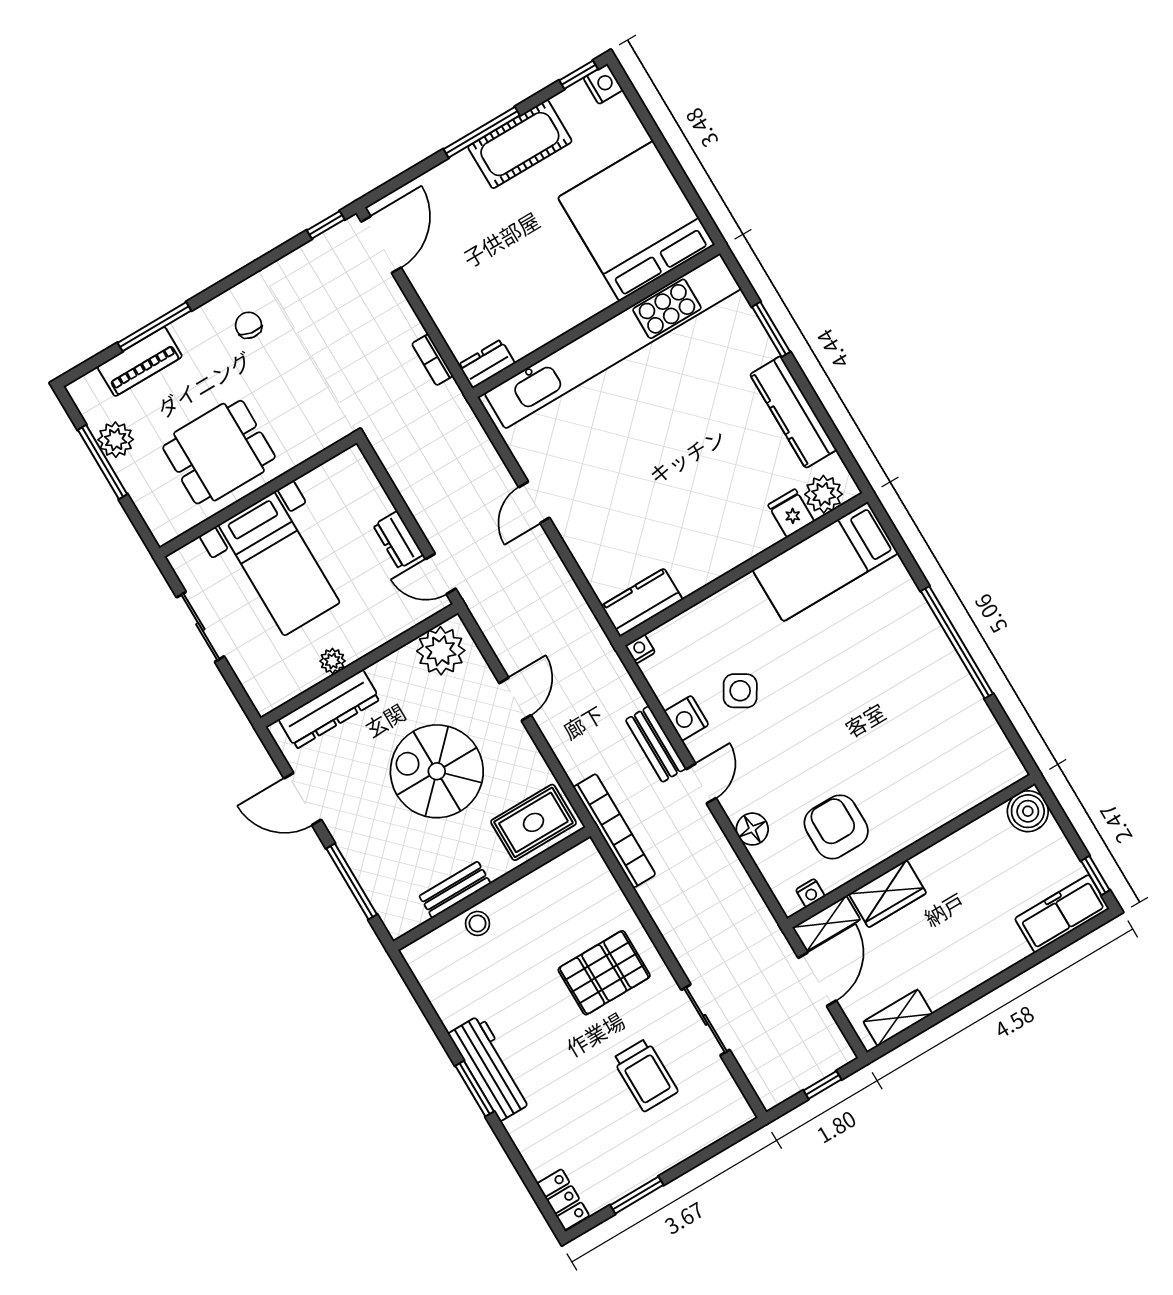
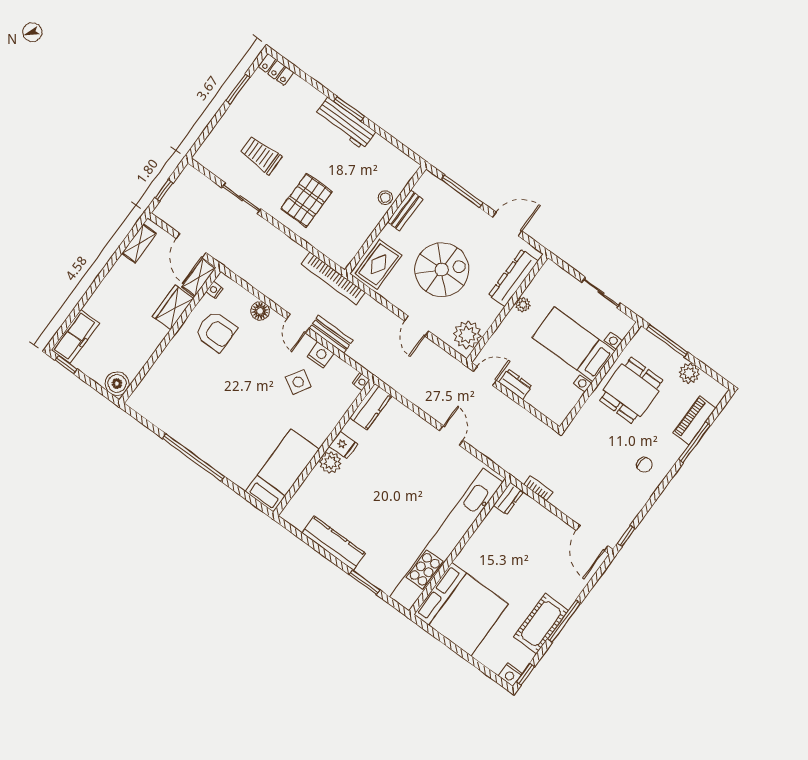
window: (103, 462) -> (667, 341), moved
plant: (824, 494) -> (330, 463), moved
fridge: (791, 513) -> (343, 445), moved

